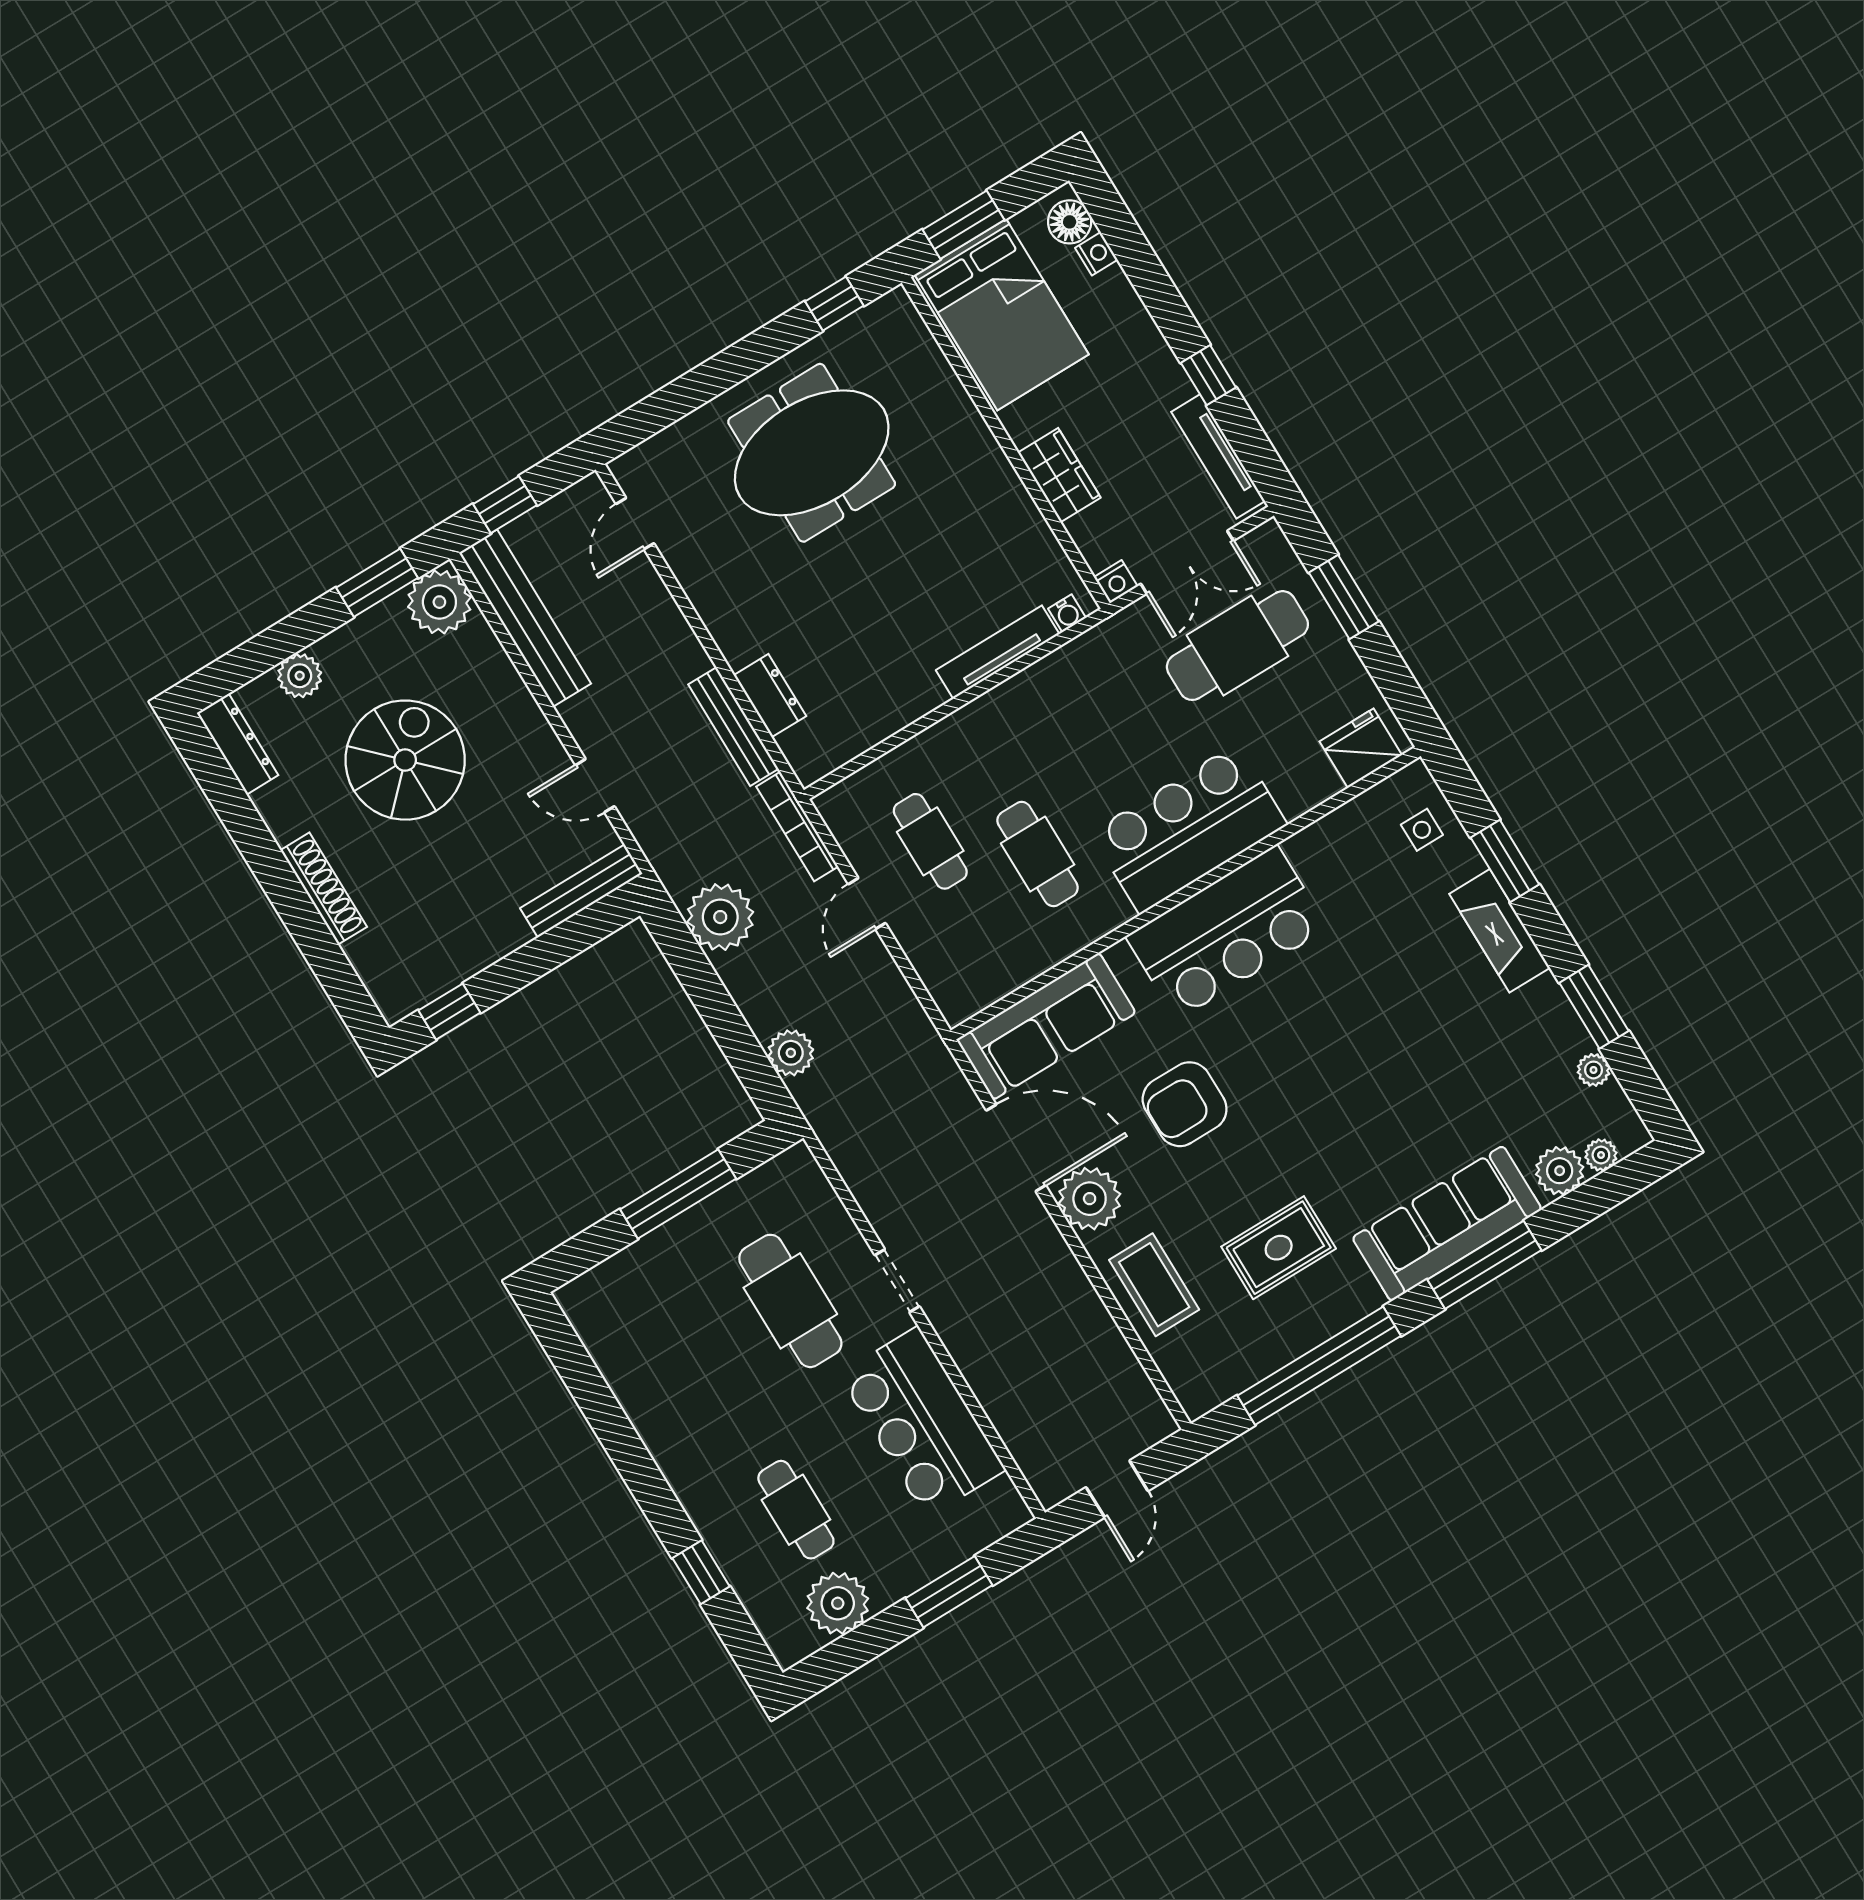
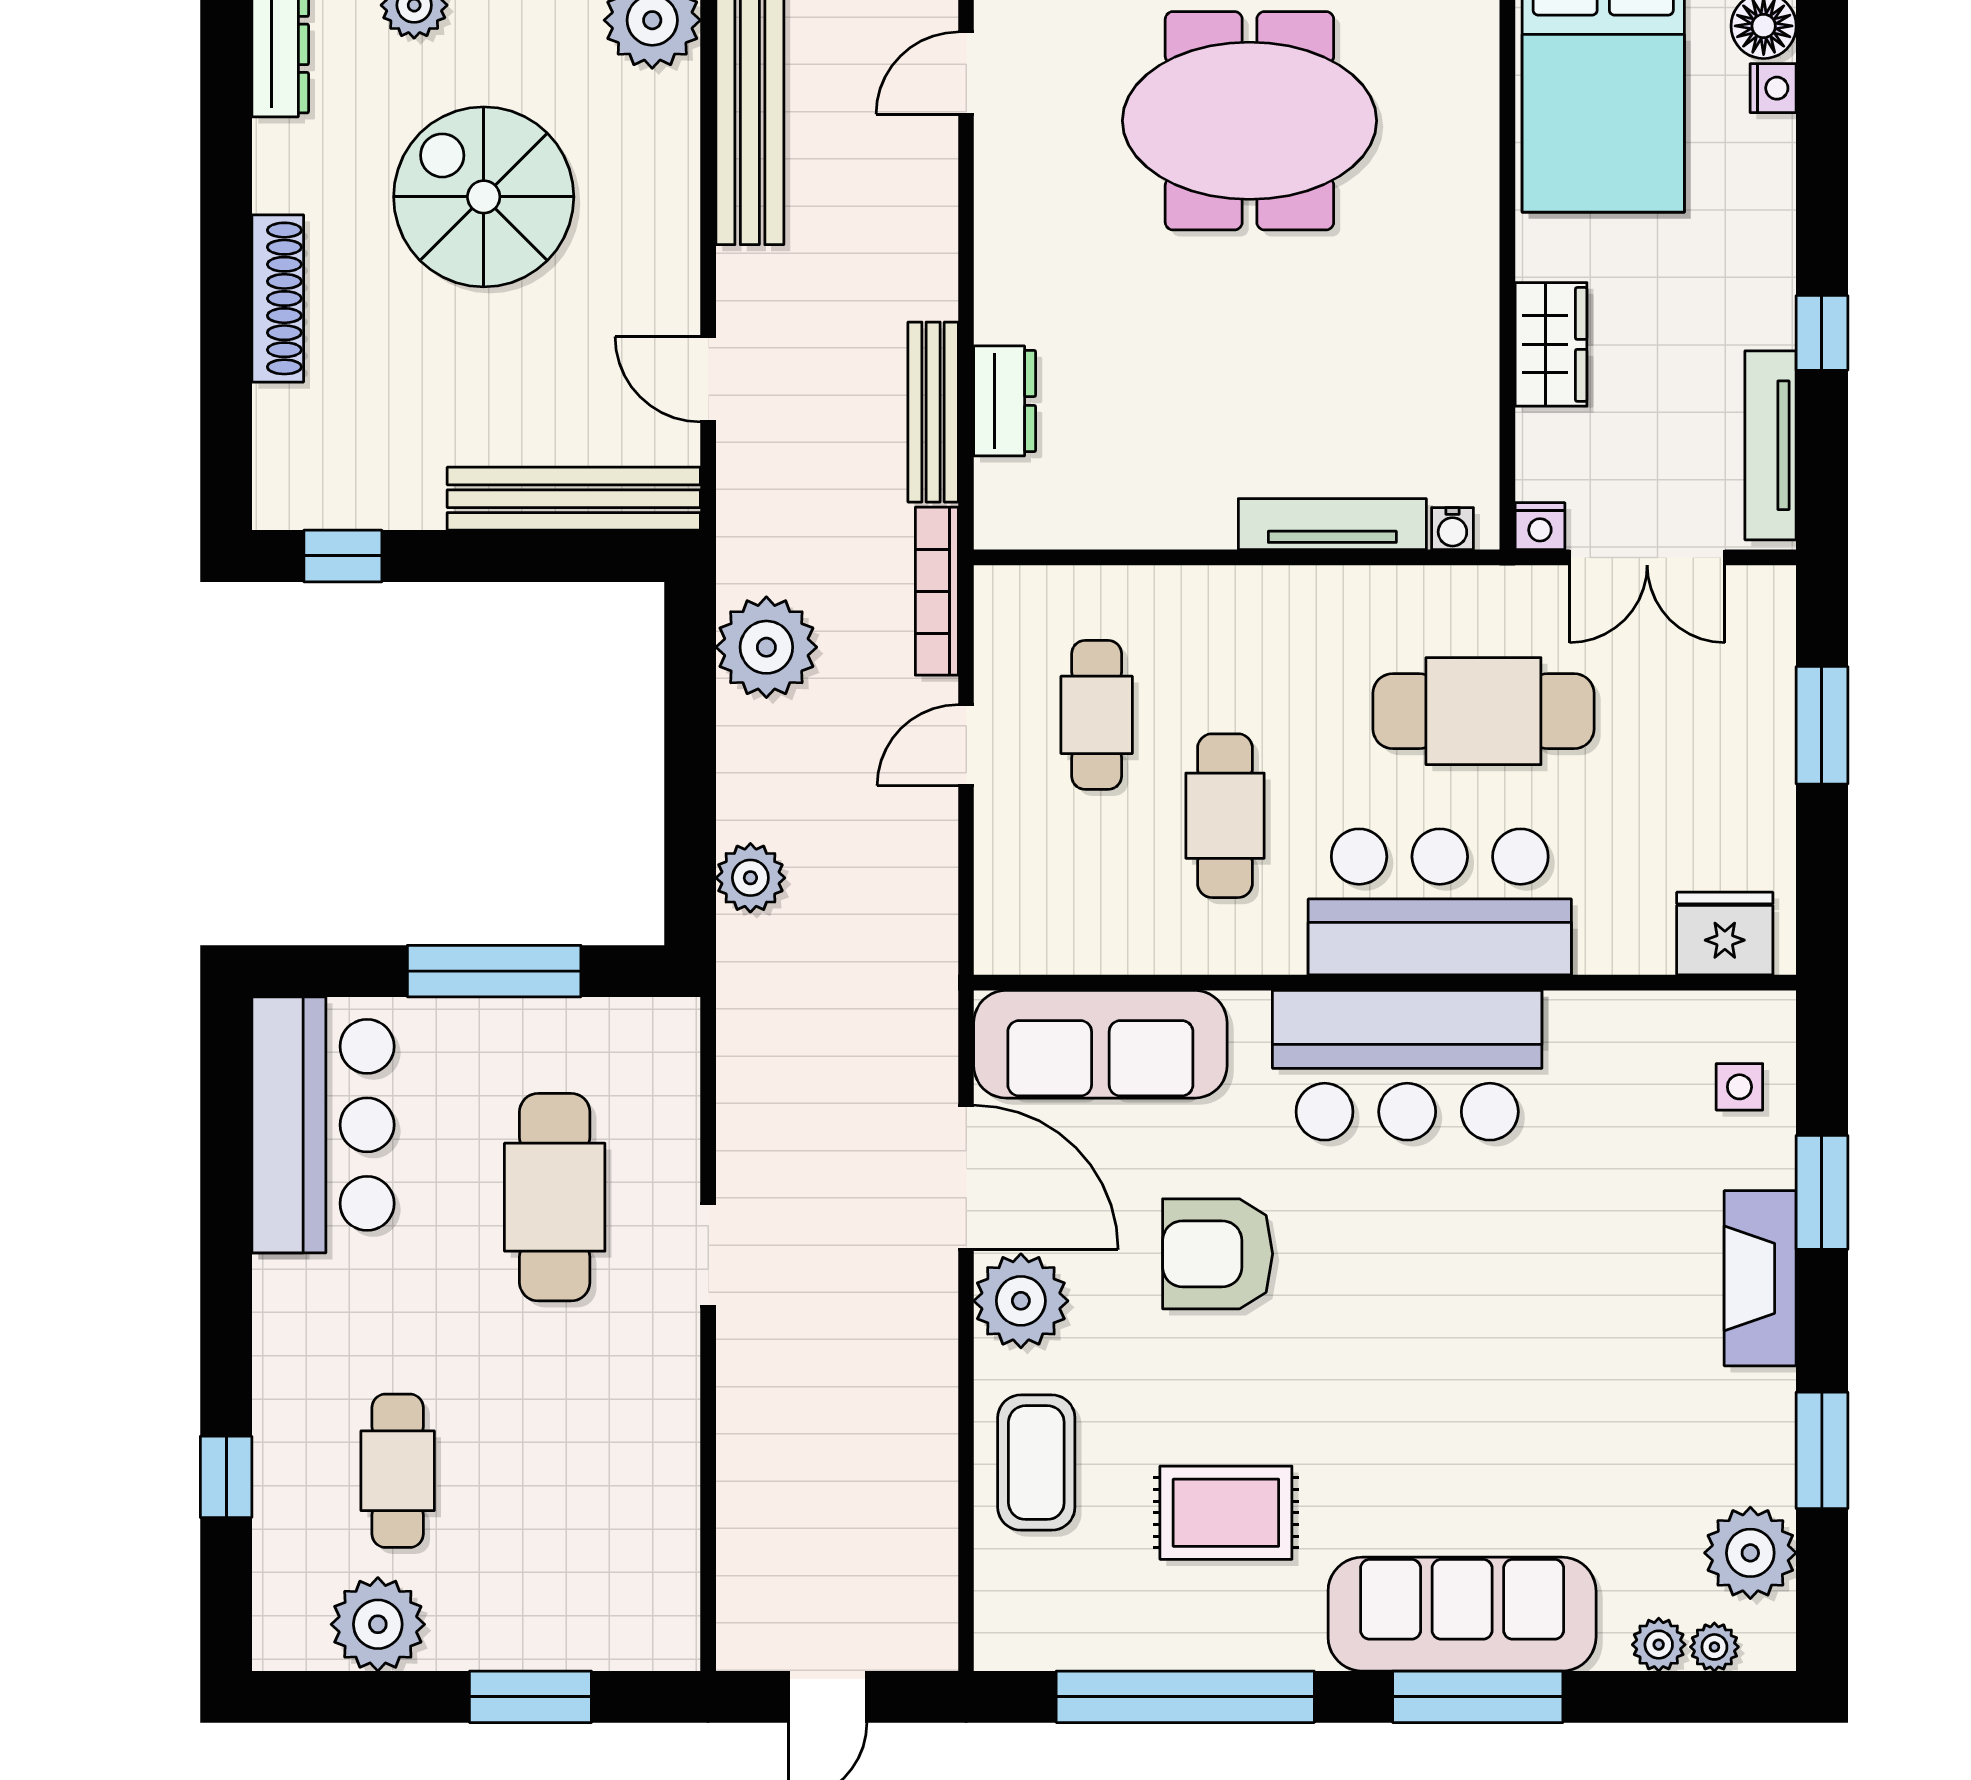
cafe table: (1237, 646) -> (1483, 711), moved
spiral stairs: (405, 760) -> (484, 197), turned -90
bench: (581, 891) -> (574, 499), width x1.37, depth x1.21
plant: (1594, 1070) -> (1750, 1553), width x1.87, depth x1.87
plant: (1560, 1171) -> (1659, 1645), width x0.73, depth x0.73
bar counter: (922, 1422) -> (323, 1125), moved, turned 180

